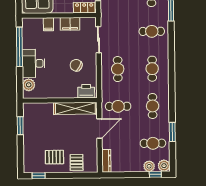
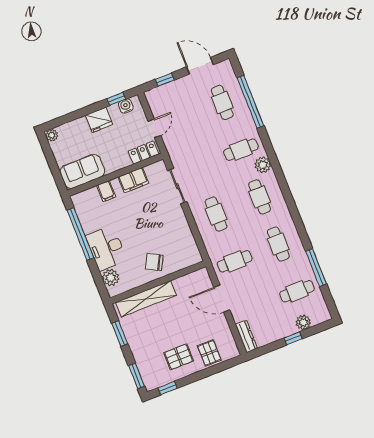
chair: (76, 65) -> (154, 262), moved
printer: (86, 91) -> (187, 258), removed
shelving: (75, 108) -> (146, 299), moved
door: (99, 128) -> (222, 299), swing flipped
window: (172, 132) -> (316, 268), width x1.44
window: (21, 159) -> (137, 376), added
plant: (164, 166) -> (263, 165), moved
window: (155, 174) -> (293, 338), moved

